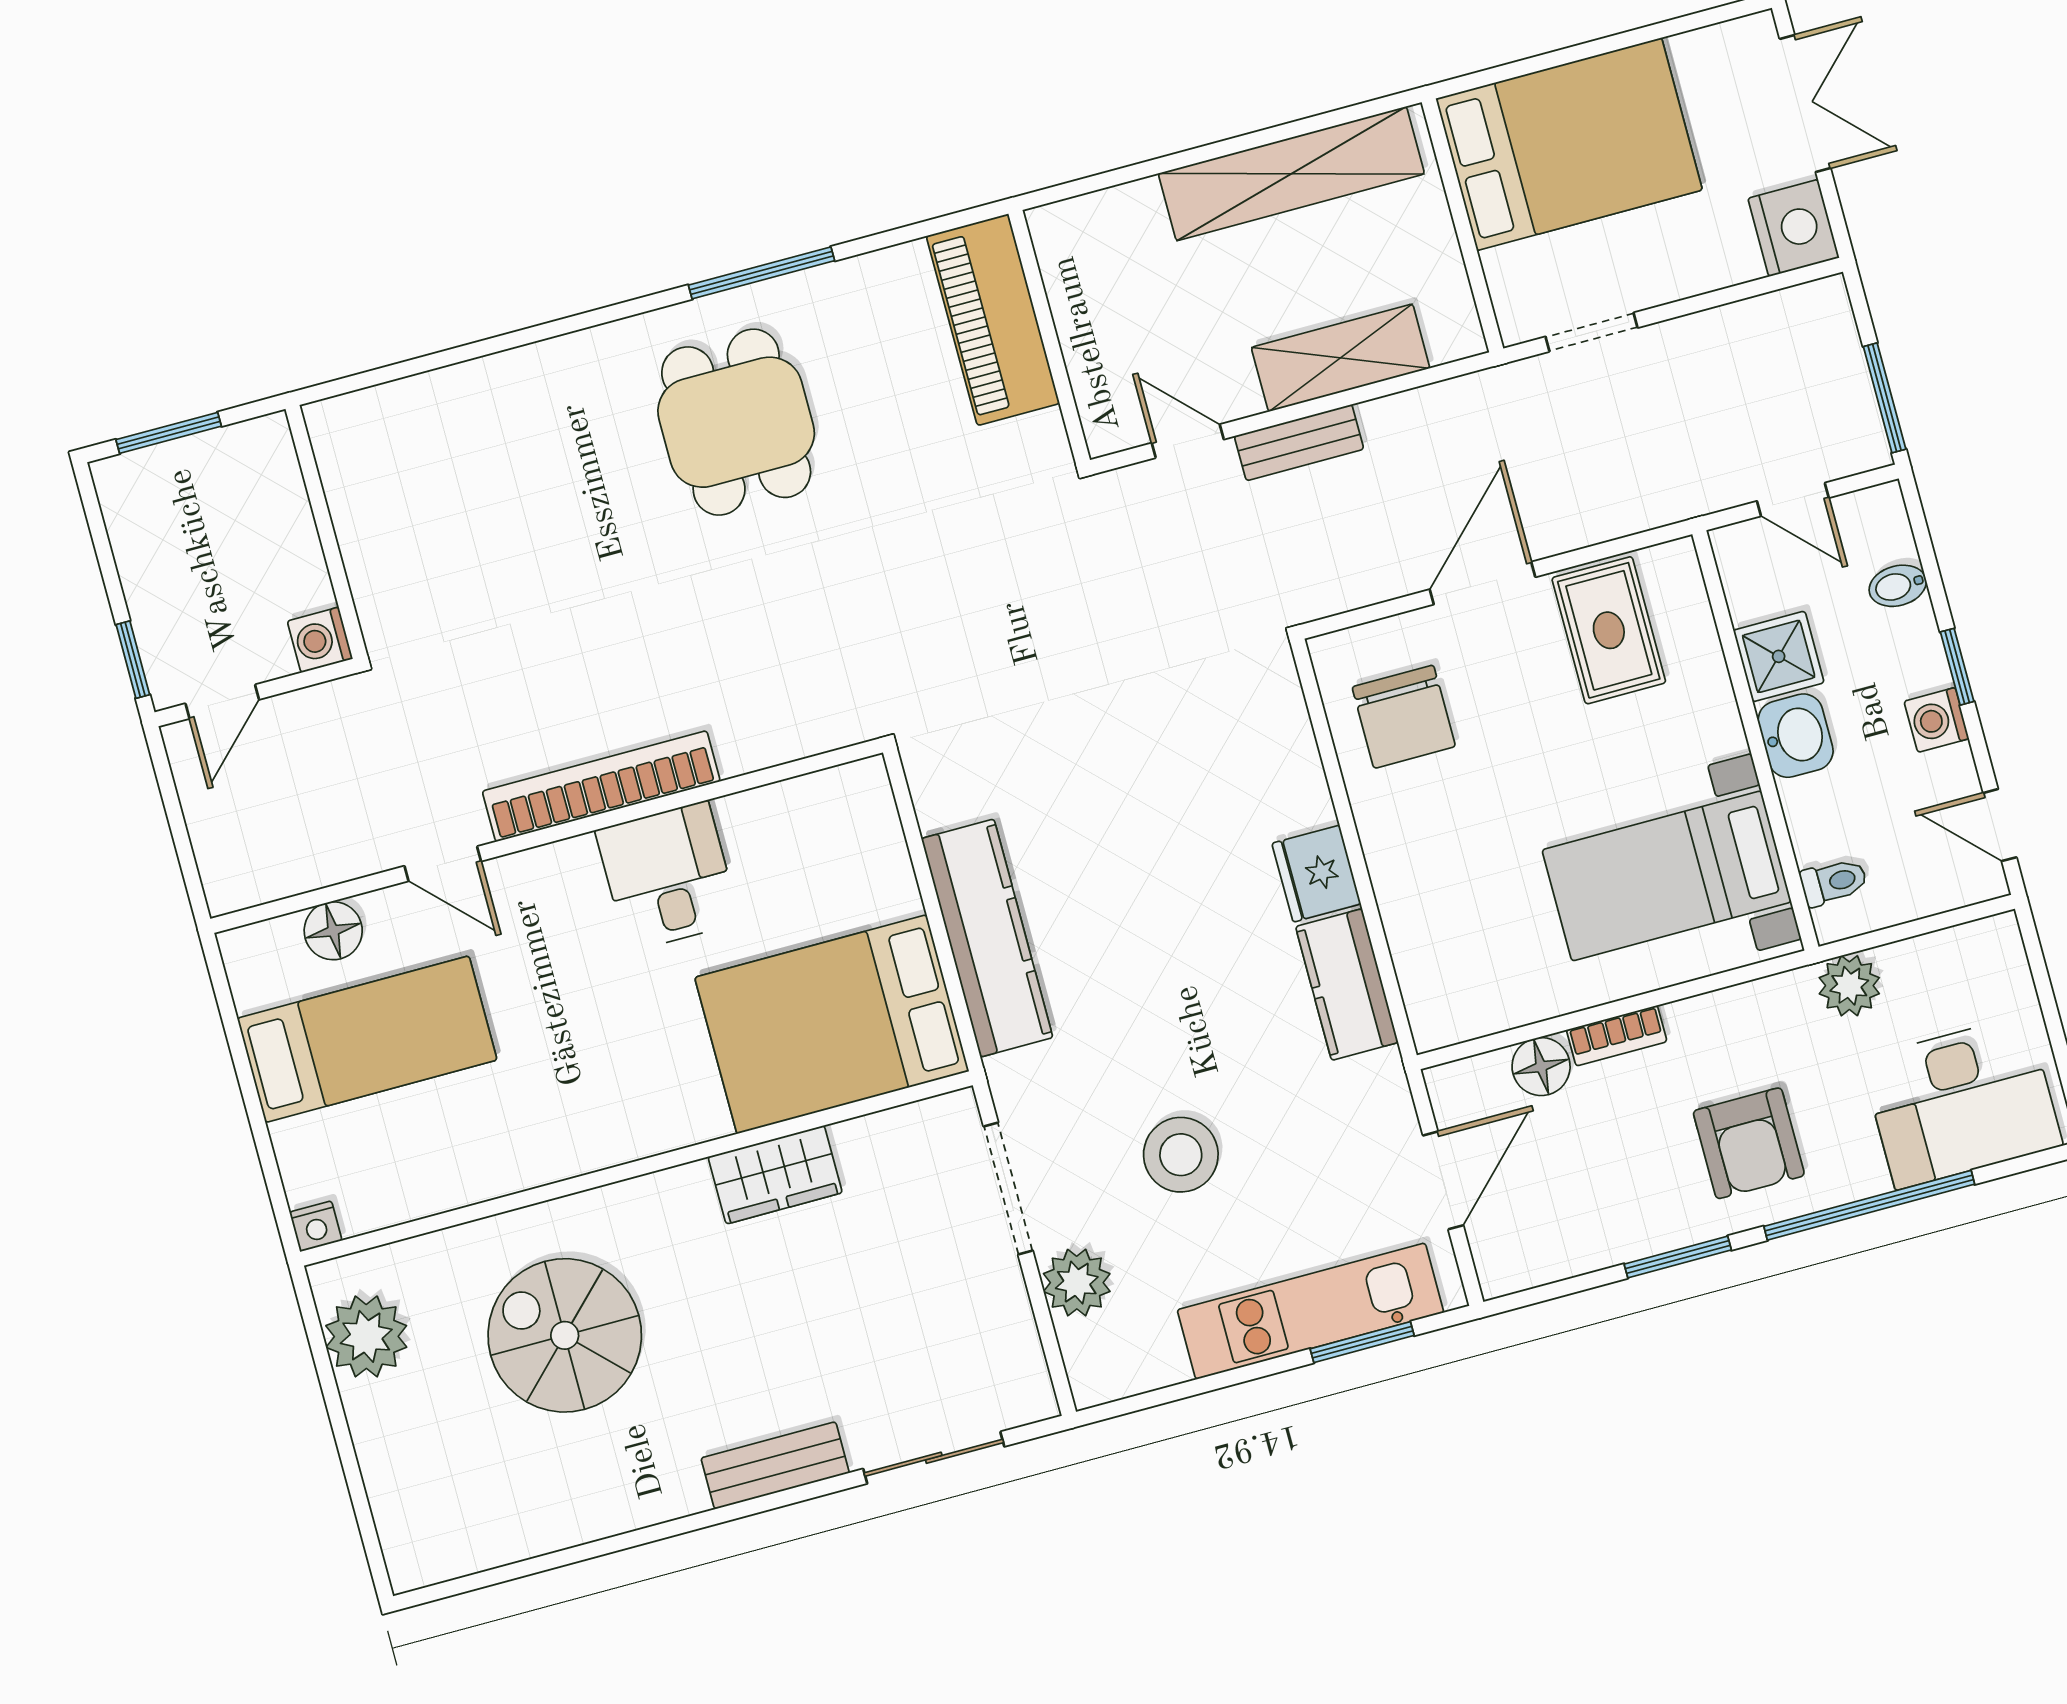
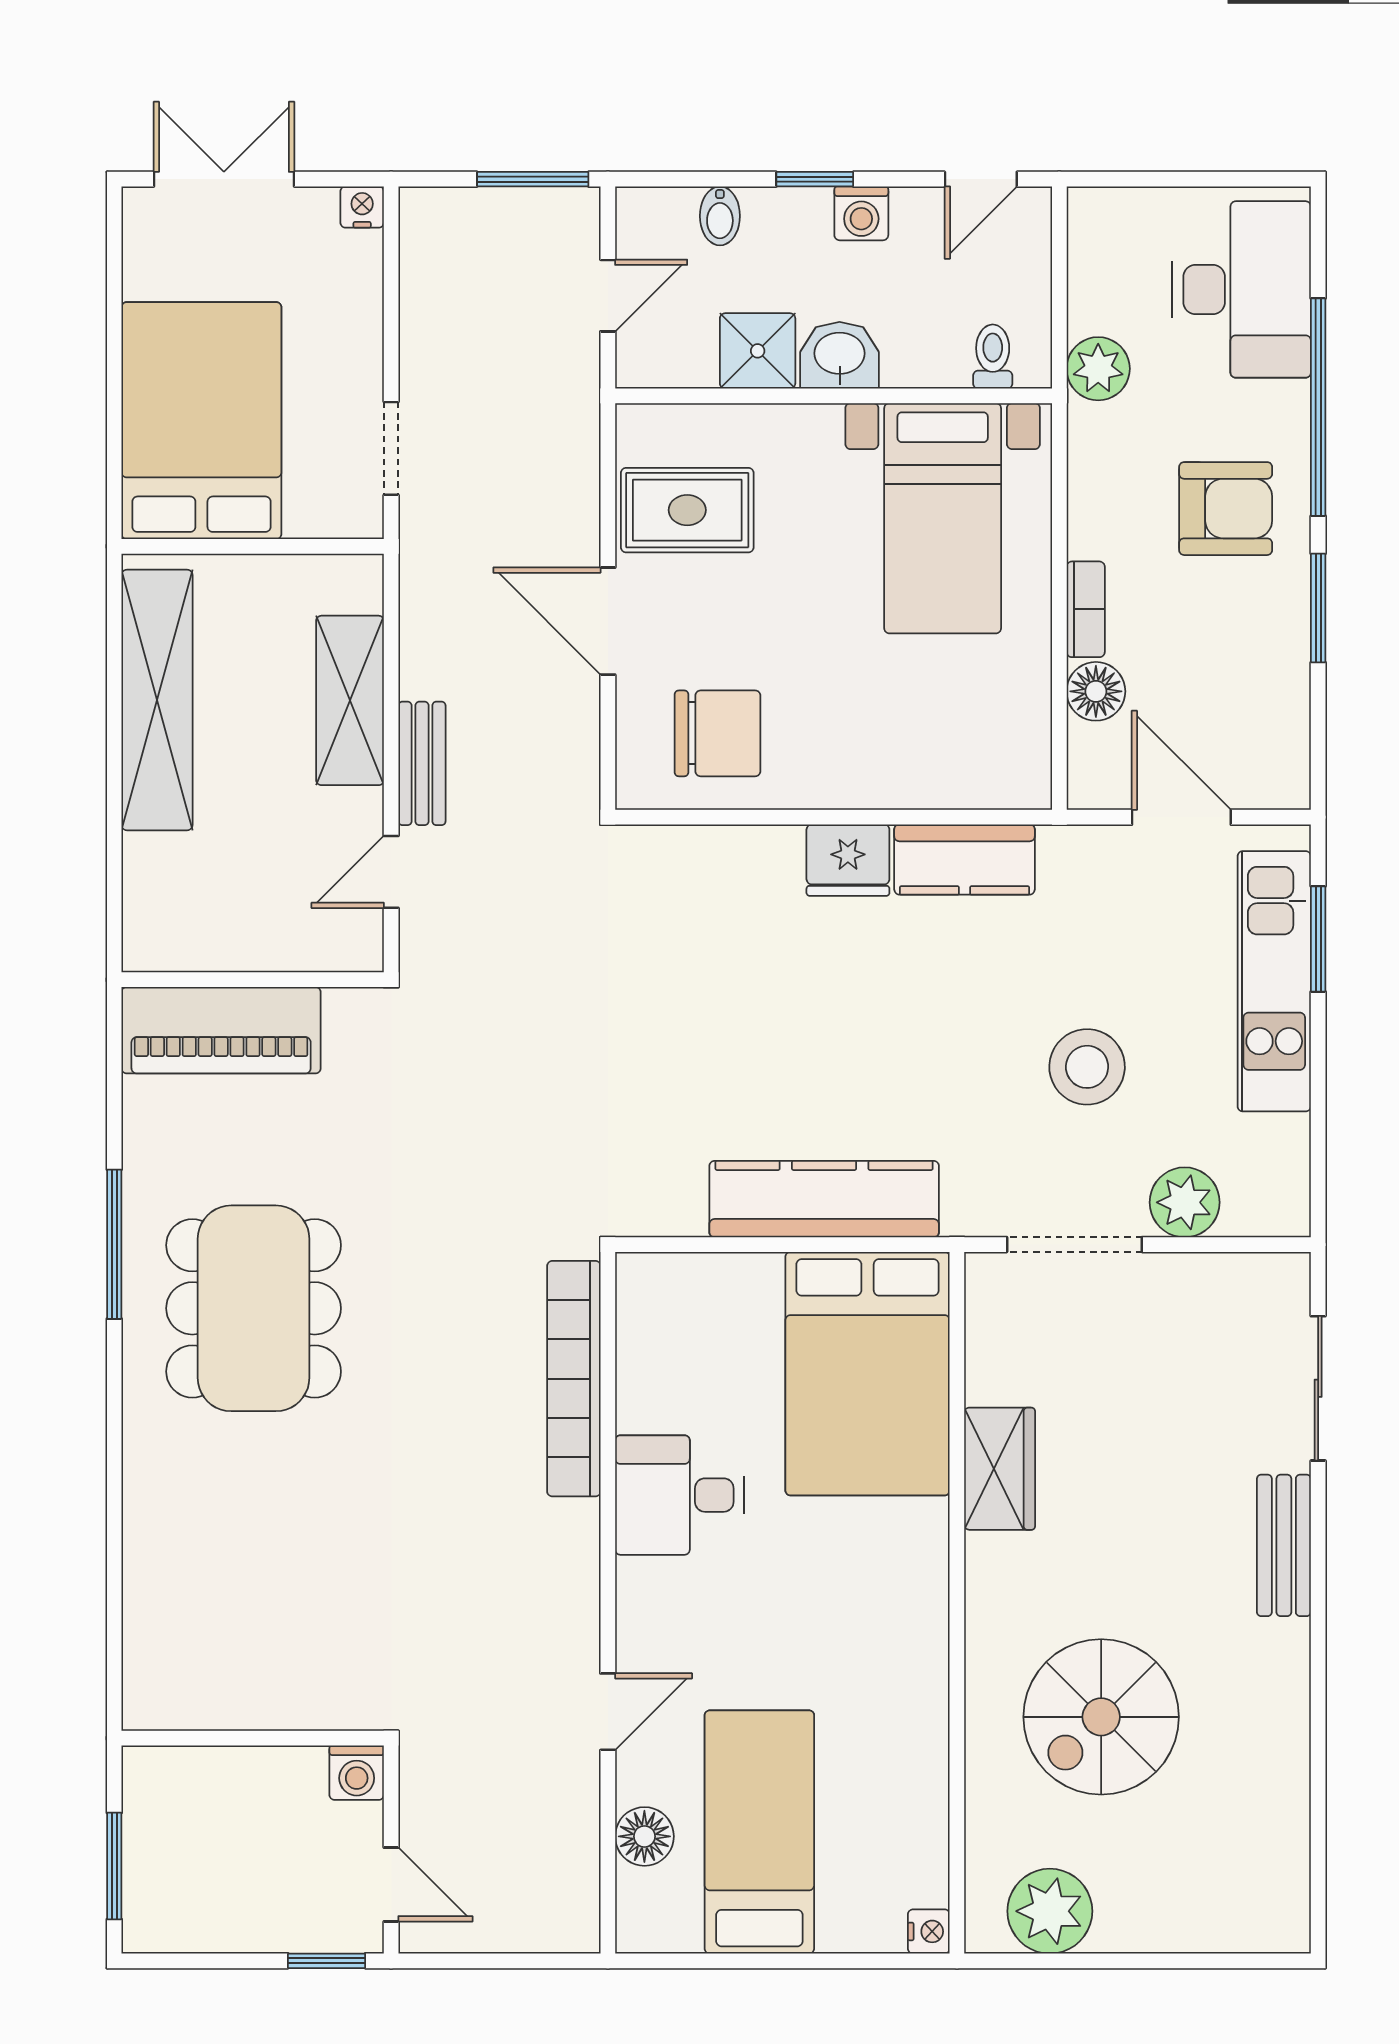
nightstand: (1794, 228) -> (362, 207), width x0.53, depth x0.56
dining table: (736, 422) -> (254, 1308), width x1.38
bookcase: (601, 786) -> (574, 1379), moved

